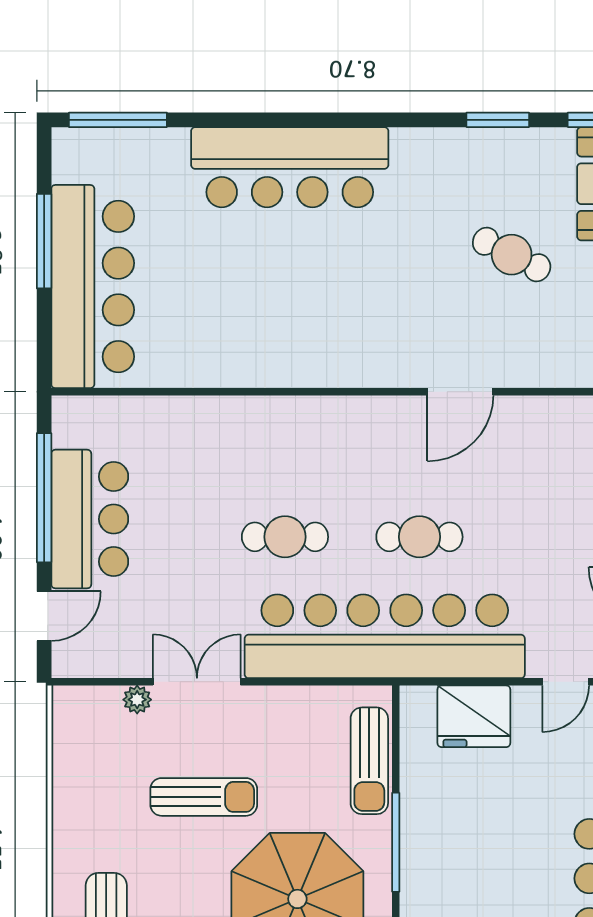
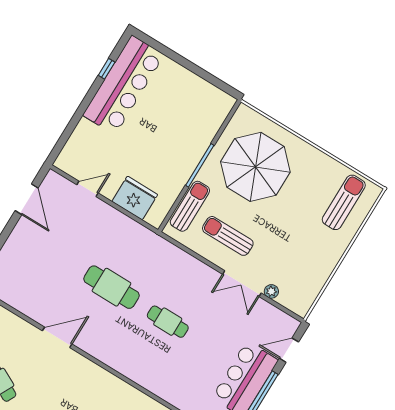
cafe table: (419, 537) -> (111, 287), width x1.37, depth x1.35
bar counter: (385, 636) -> (152, 254), removed
sun lounger: (204, 797) -> (228, 236), moved

